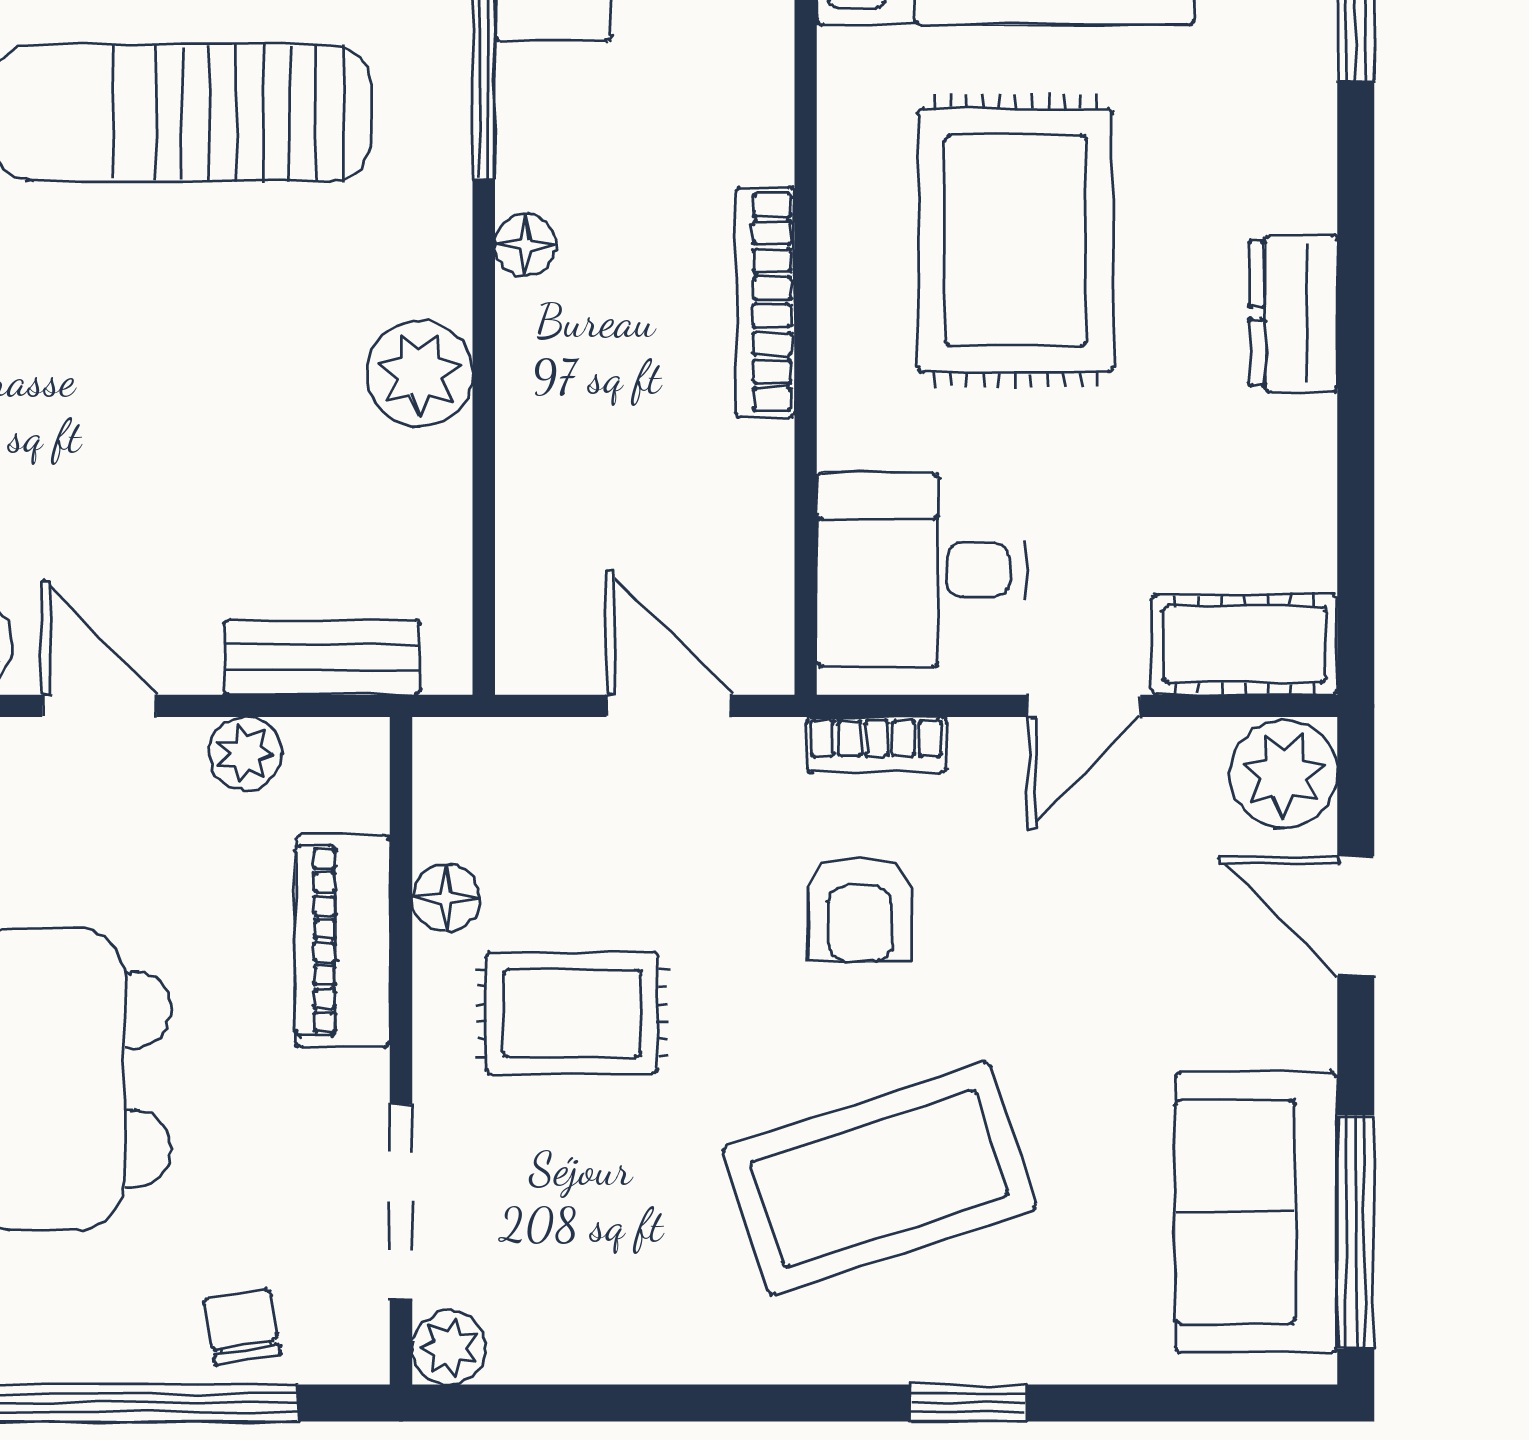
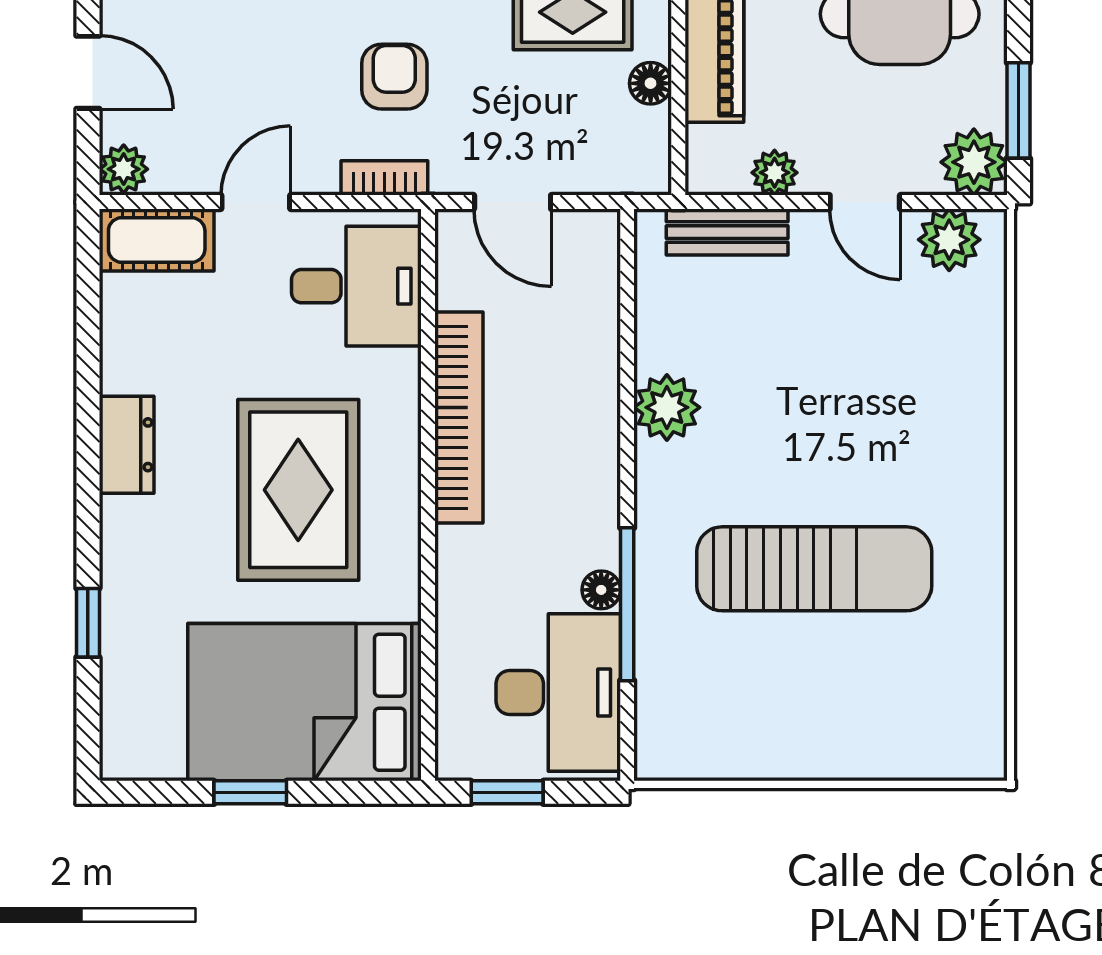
floor lamp: (526, 245) -> (601, 590), moved
bookcase: (765, 302) -> (459, 417), width x1.48, depth x1.31
plant: (1283, 774) -> (124, 169), width x0.73, depth x0.73

